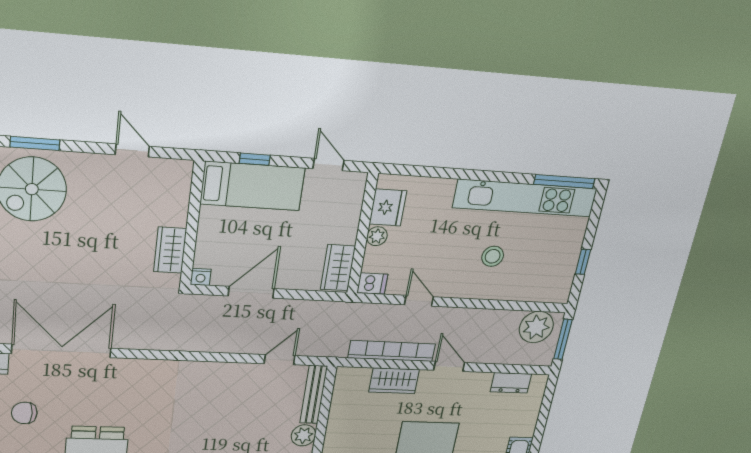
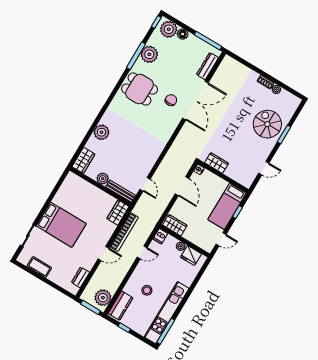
kitchen counter: (541, 289) -> (120, 306), added
wardrobe: (394, 381) -> (118, 213), moved
chair: (24, 413) -> (171, 100), moved

